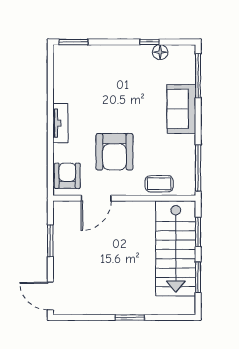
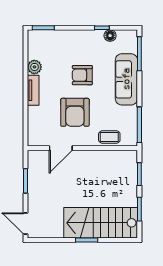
plant: (62, 93) -> (34, 67), added
sofa: (181, 109) -> (126, 79), width x1.36
armchair: (67, 176) -> (82, 75), moved, turned -90
stairs: (176, 248) -> (101, 223), moved, turned 90

